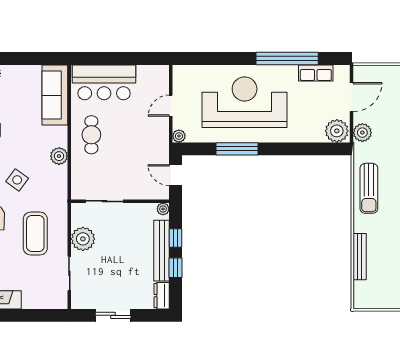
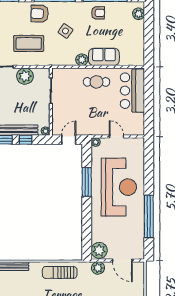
row of seats: (316, 73) -> (139, 236), removed
sofa: (55, 95) -> (104, 57), moved, width x0.73

